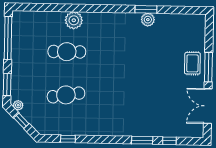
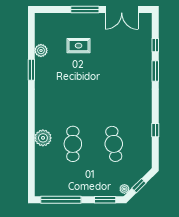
plant: (148, 20) -> (41, 50), moved
rug: (192, 63) -> (79, 46), moved
window: (68, 139) -> (155, 130), moved

